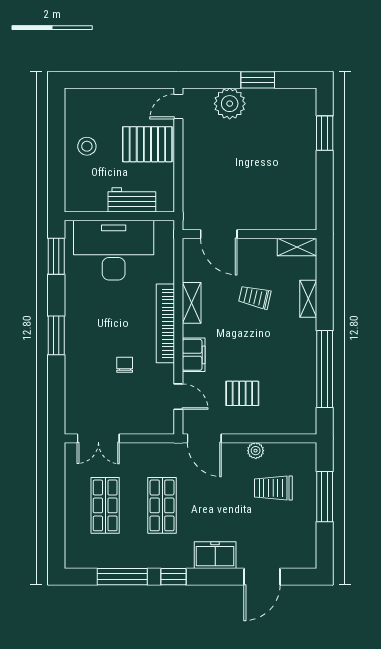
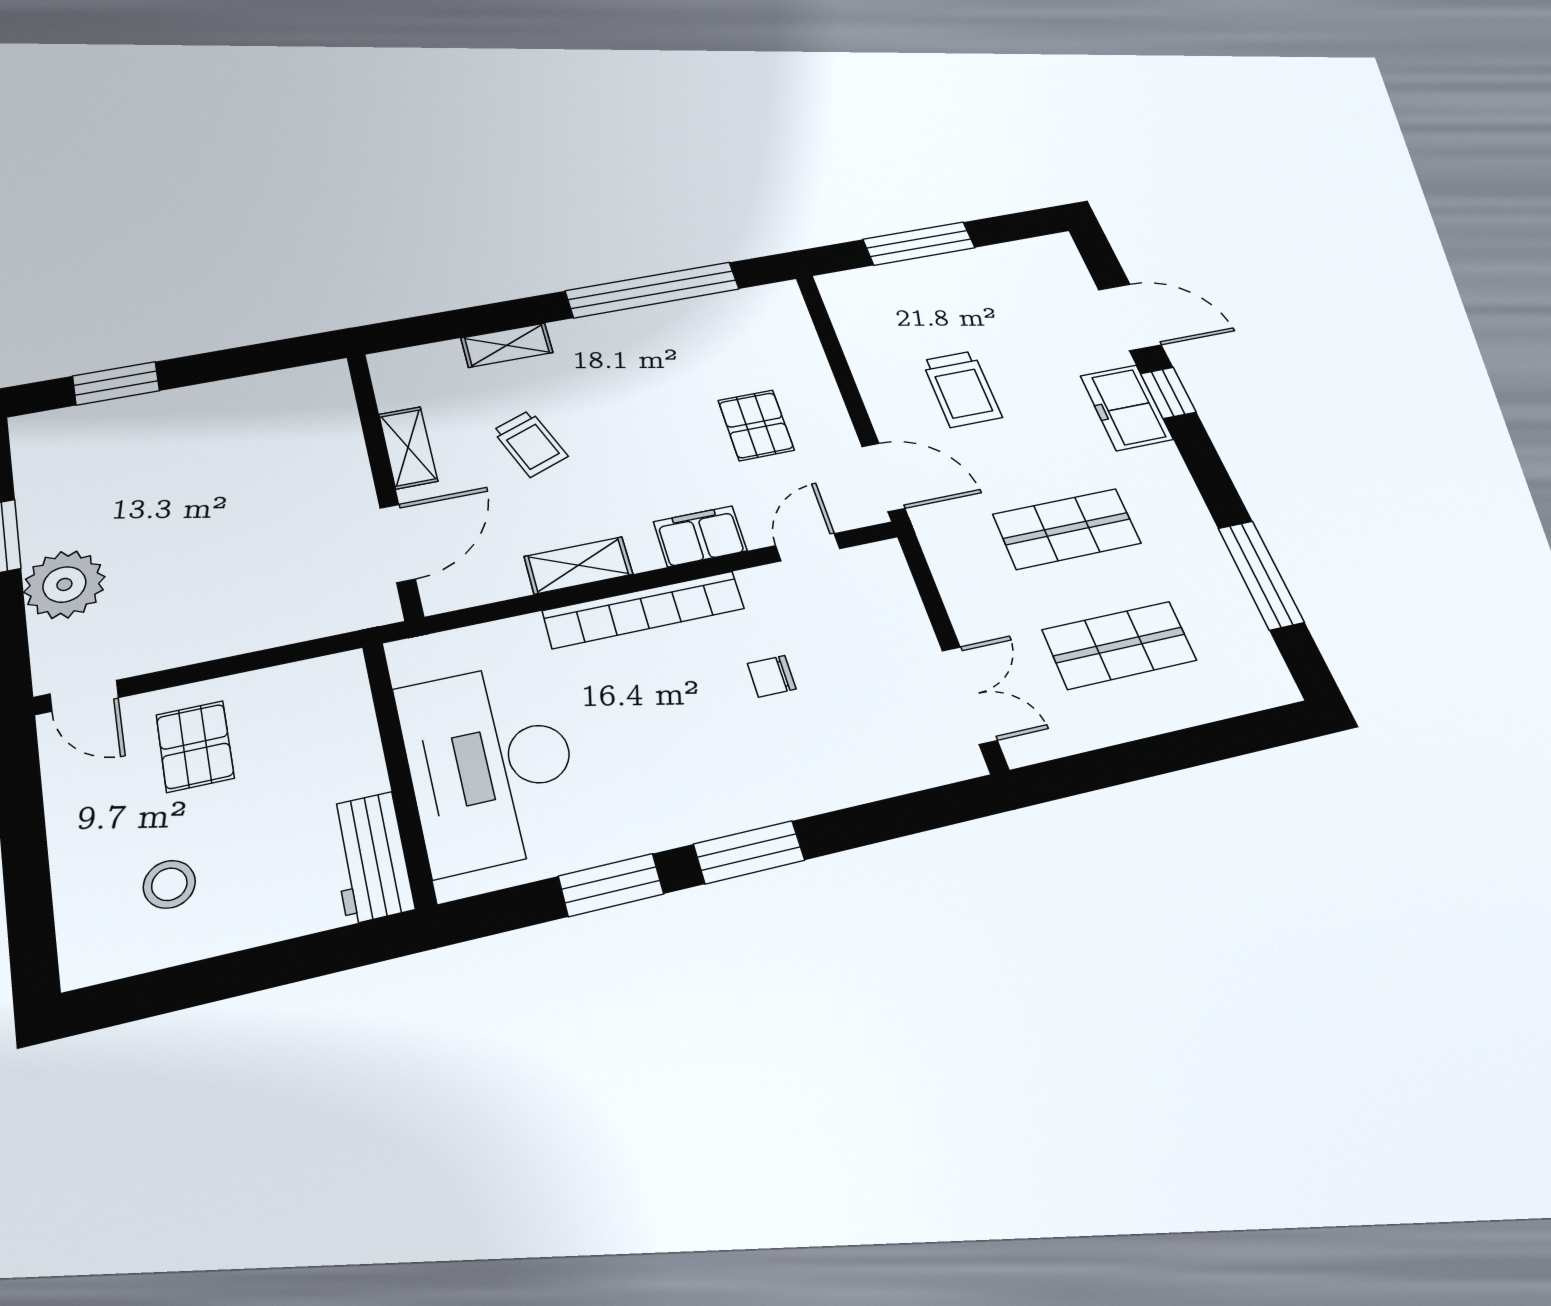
pallet: (147, 144) -> (195, 746), width x0.67, depth x0.71
stool: (87, 146) -> (169, 884), moved
workbench: (132, 200) -> (370, 857), moved
shelving: (297, 247) -> (408, 448), moved
window: (56, 256) -> (611, 885), moved
trolley: (255, 297) -> (530, 443), turned -34
door: (204, 438) -> (883, 477), hinge flipped
plant: (256, 451) -> (872, 378), removed
trolley: (273, 488) -> (962, 389), moved
window: (174, 577) -> (1168, 393), moved

